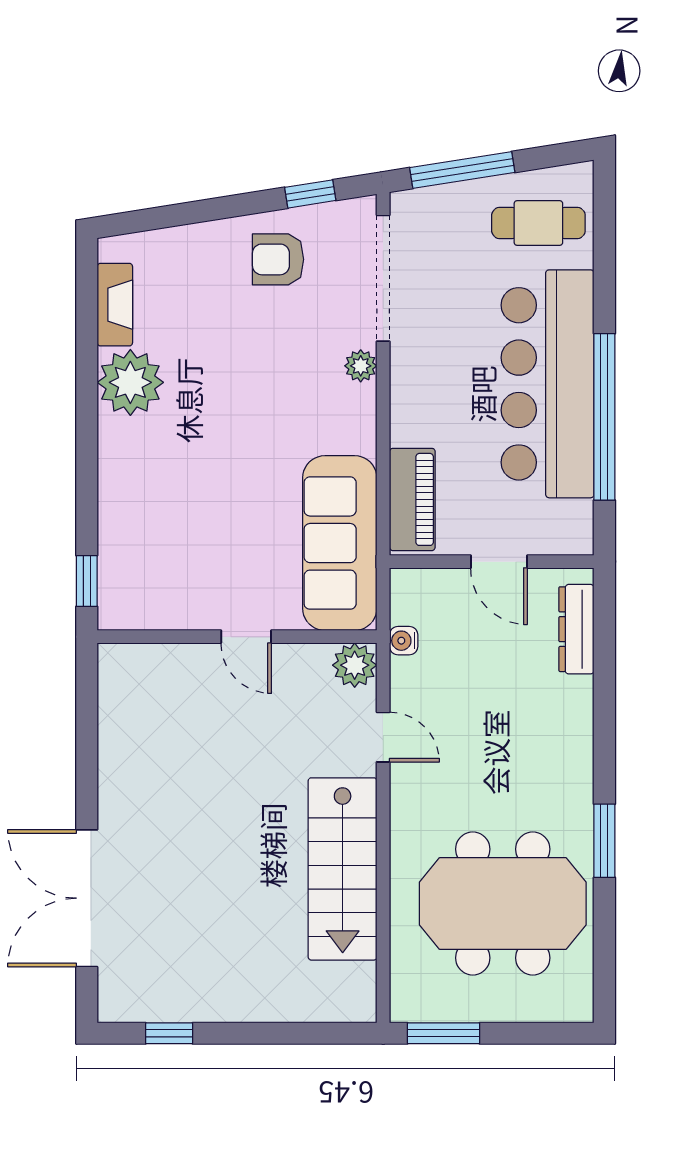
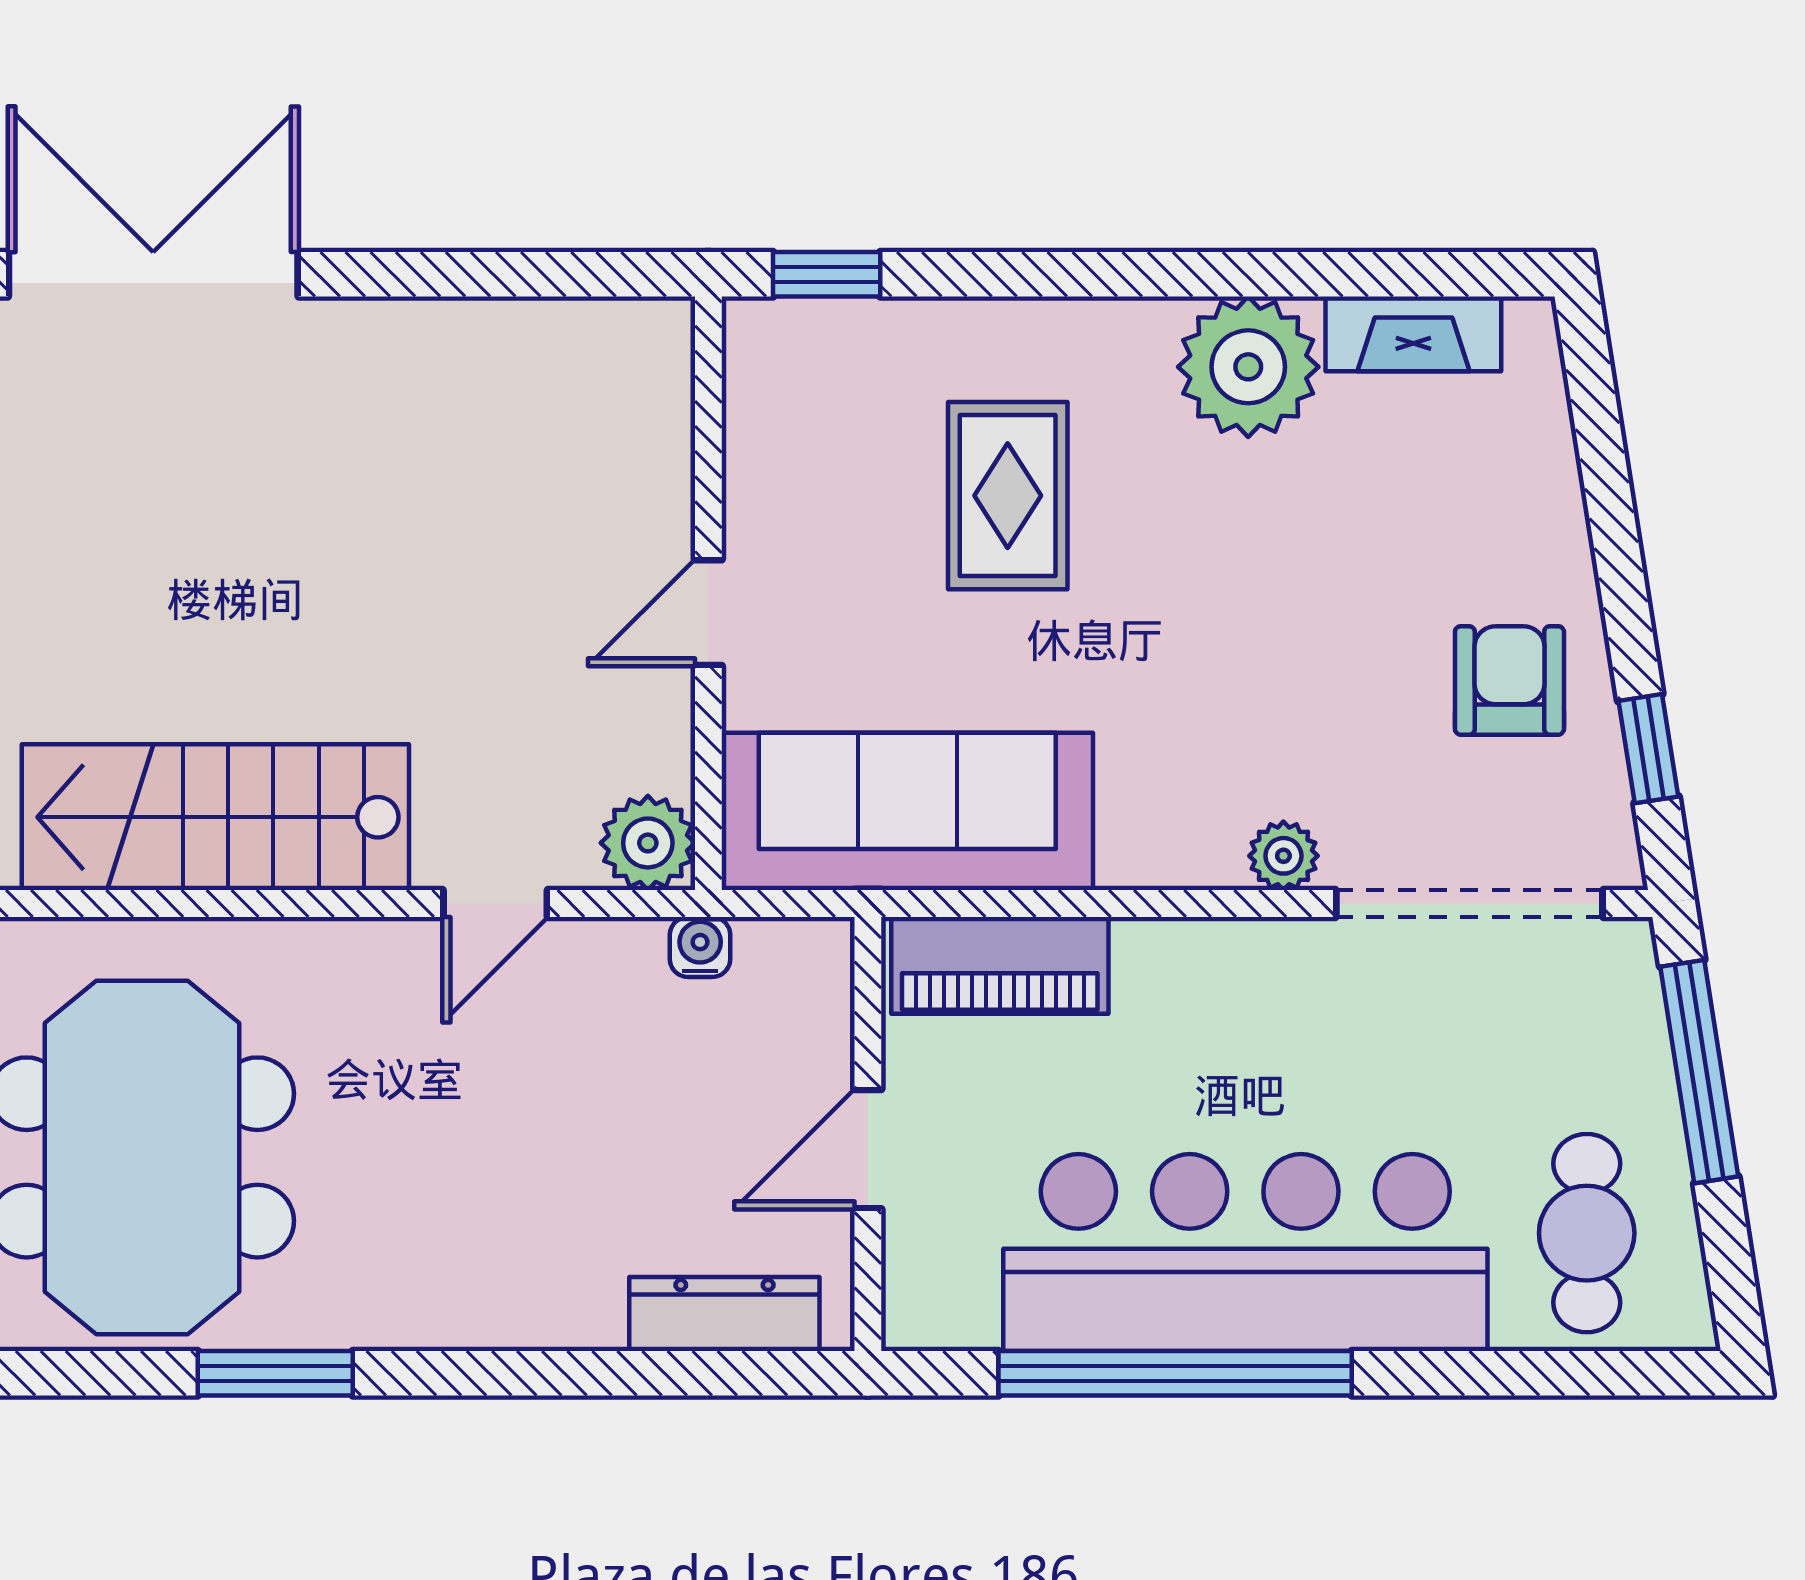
rug: (191, 496) -> (1008, 496), added

